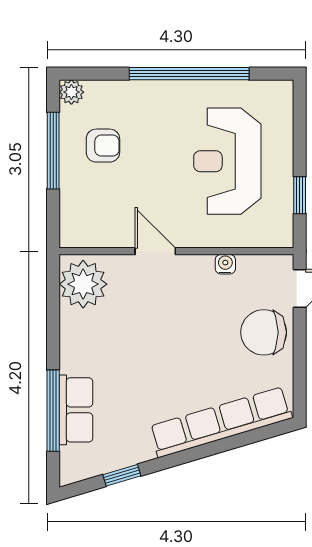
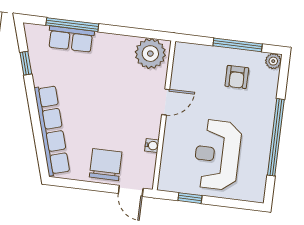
reception desk: (227, 161) -> (217, 155), turned -90

